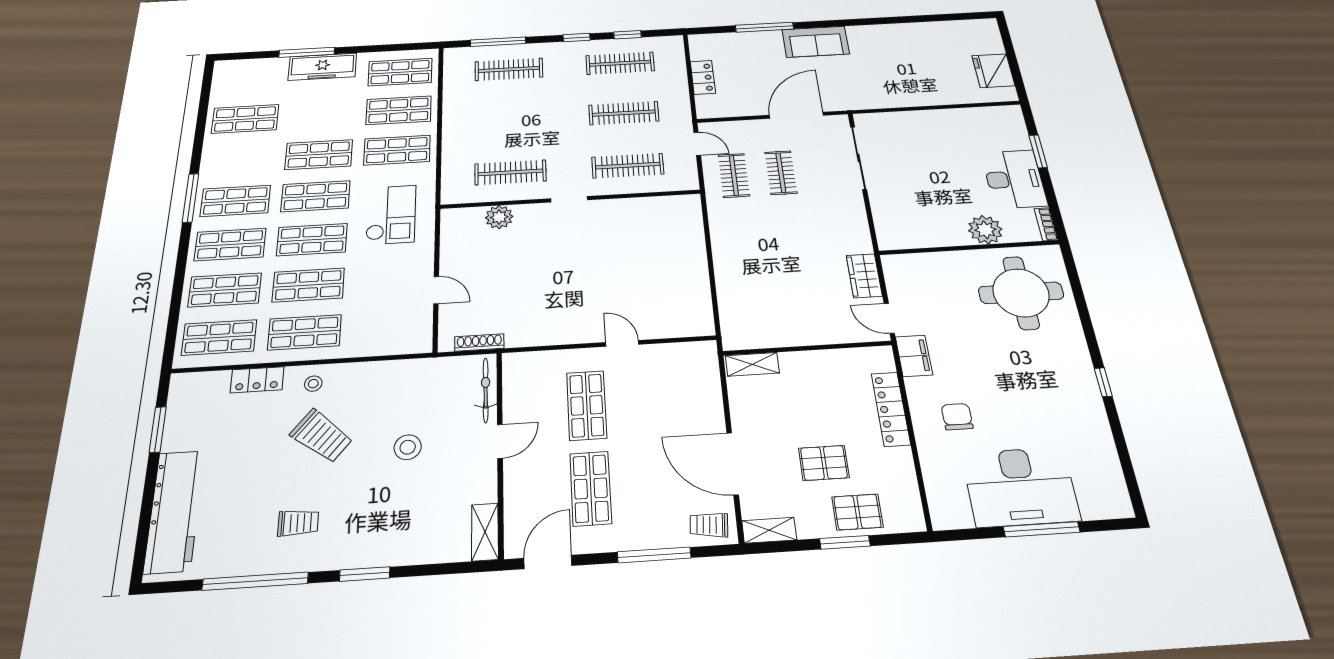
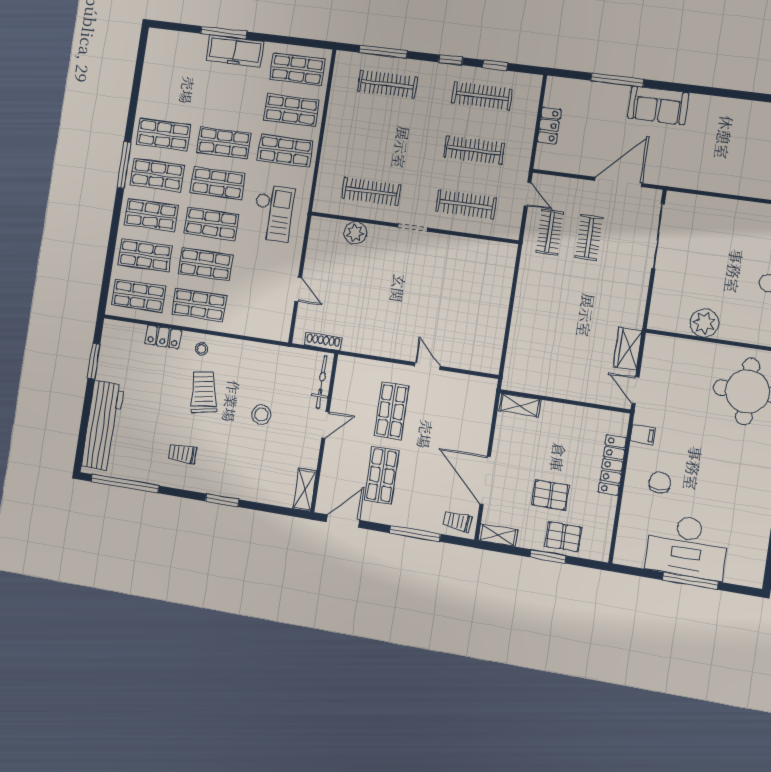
shop shelf: (245, 119) -> (163, 135), moved
plant: (985, 230) -> (704, 323), moved
filing cabinet: (914, 356) -> (643, 435), width x0.50
trolley: (322, 436) -> (204, 392), turned -139
trolley: (298, 523) -> (182, 454), turned 180
window: (255, 581) -> (125, 484), moved

